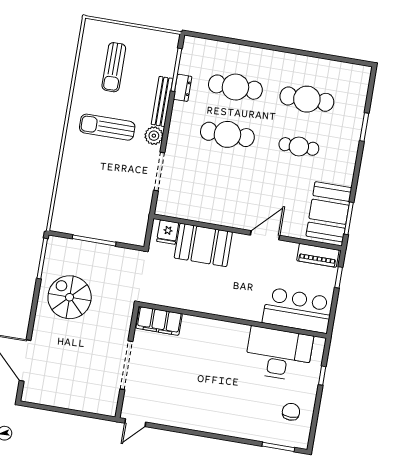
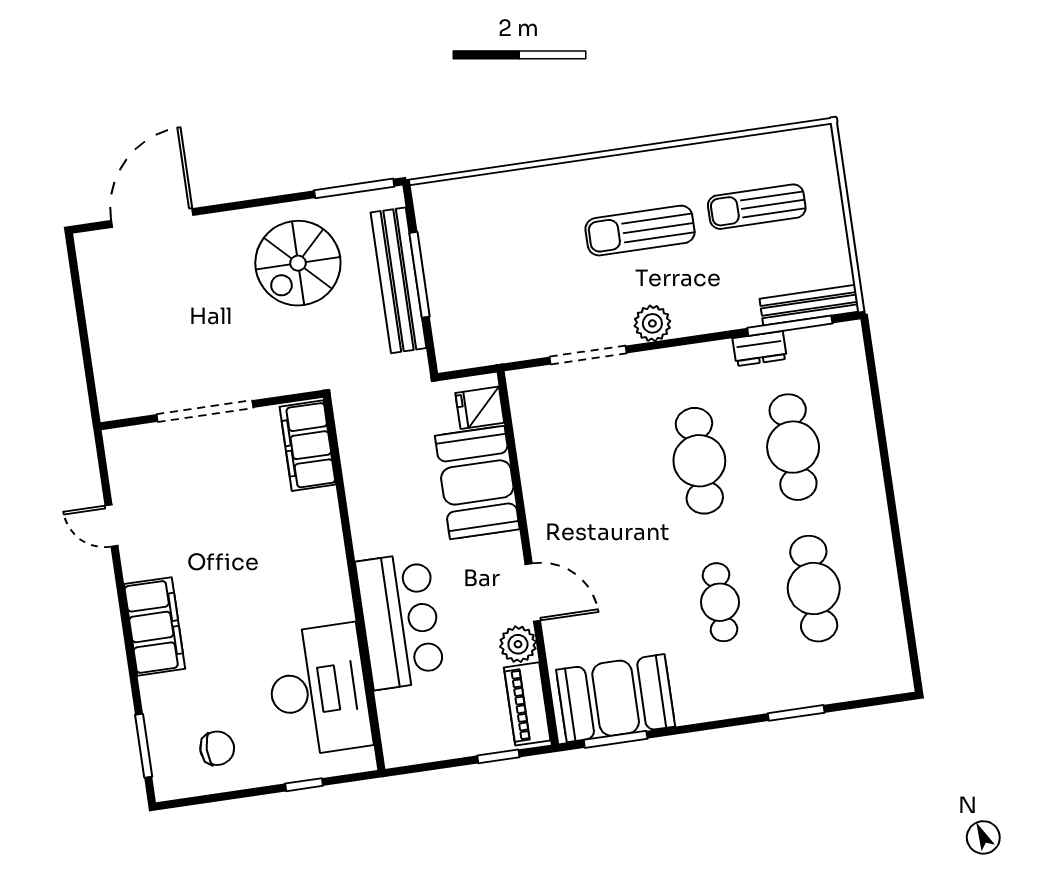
bench: (162, 101) -> (809, 305), moved
sun lounger: (107, 127) -> (640, 231), turned -90
plant: (288, 250) -> (518, 644), added
bench: (94, 251) -> (398, 280), added
spiral stairs: (70, 297) -> (298, 263), turned 180
bar counter: (298, 310) -> (400, 621), moved
door: (135, 423) -> (111, 526), moved
filing cabinet: (222, 423) -> (155, 626), added

